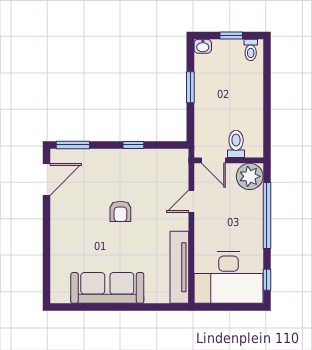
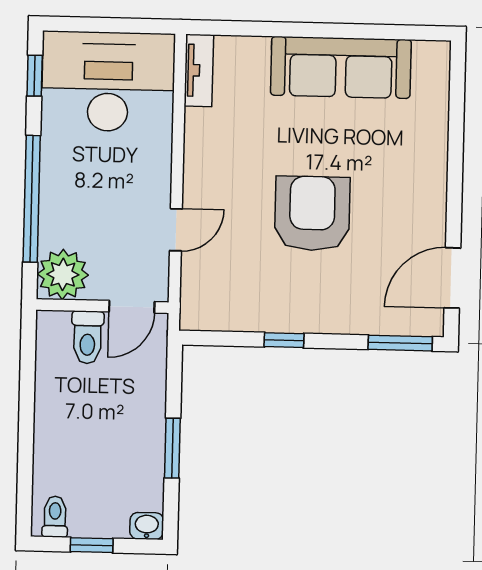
door: (213, 160) -> (132, 307), swing flipped
armchair: (120, 211) -> (312, 213), width x1.88, depth x1.88
tv unit: (179, 267) -> (199, 70), width x0.52, depth x0.78

